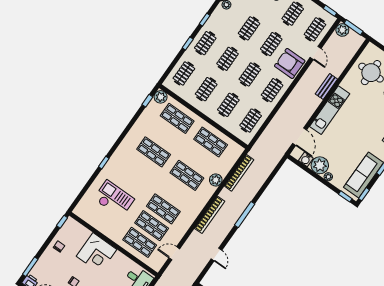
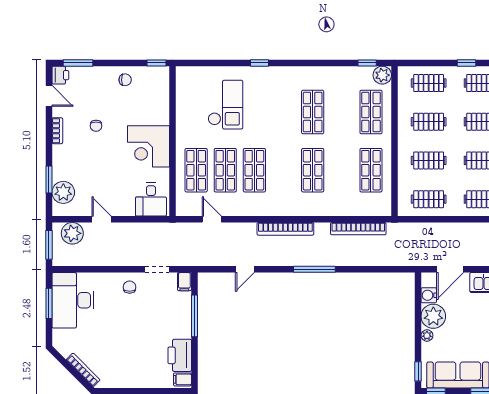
plant: (216, 180) -> (331, 207), removed
corner desk: (97, 253) -> (149, 146), moved

